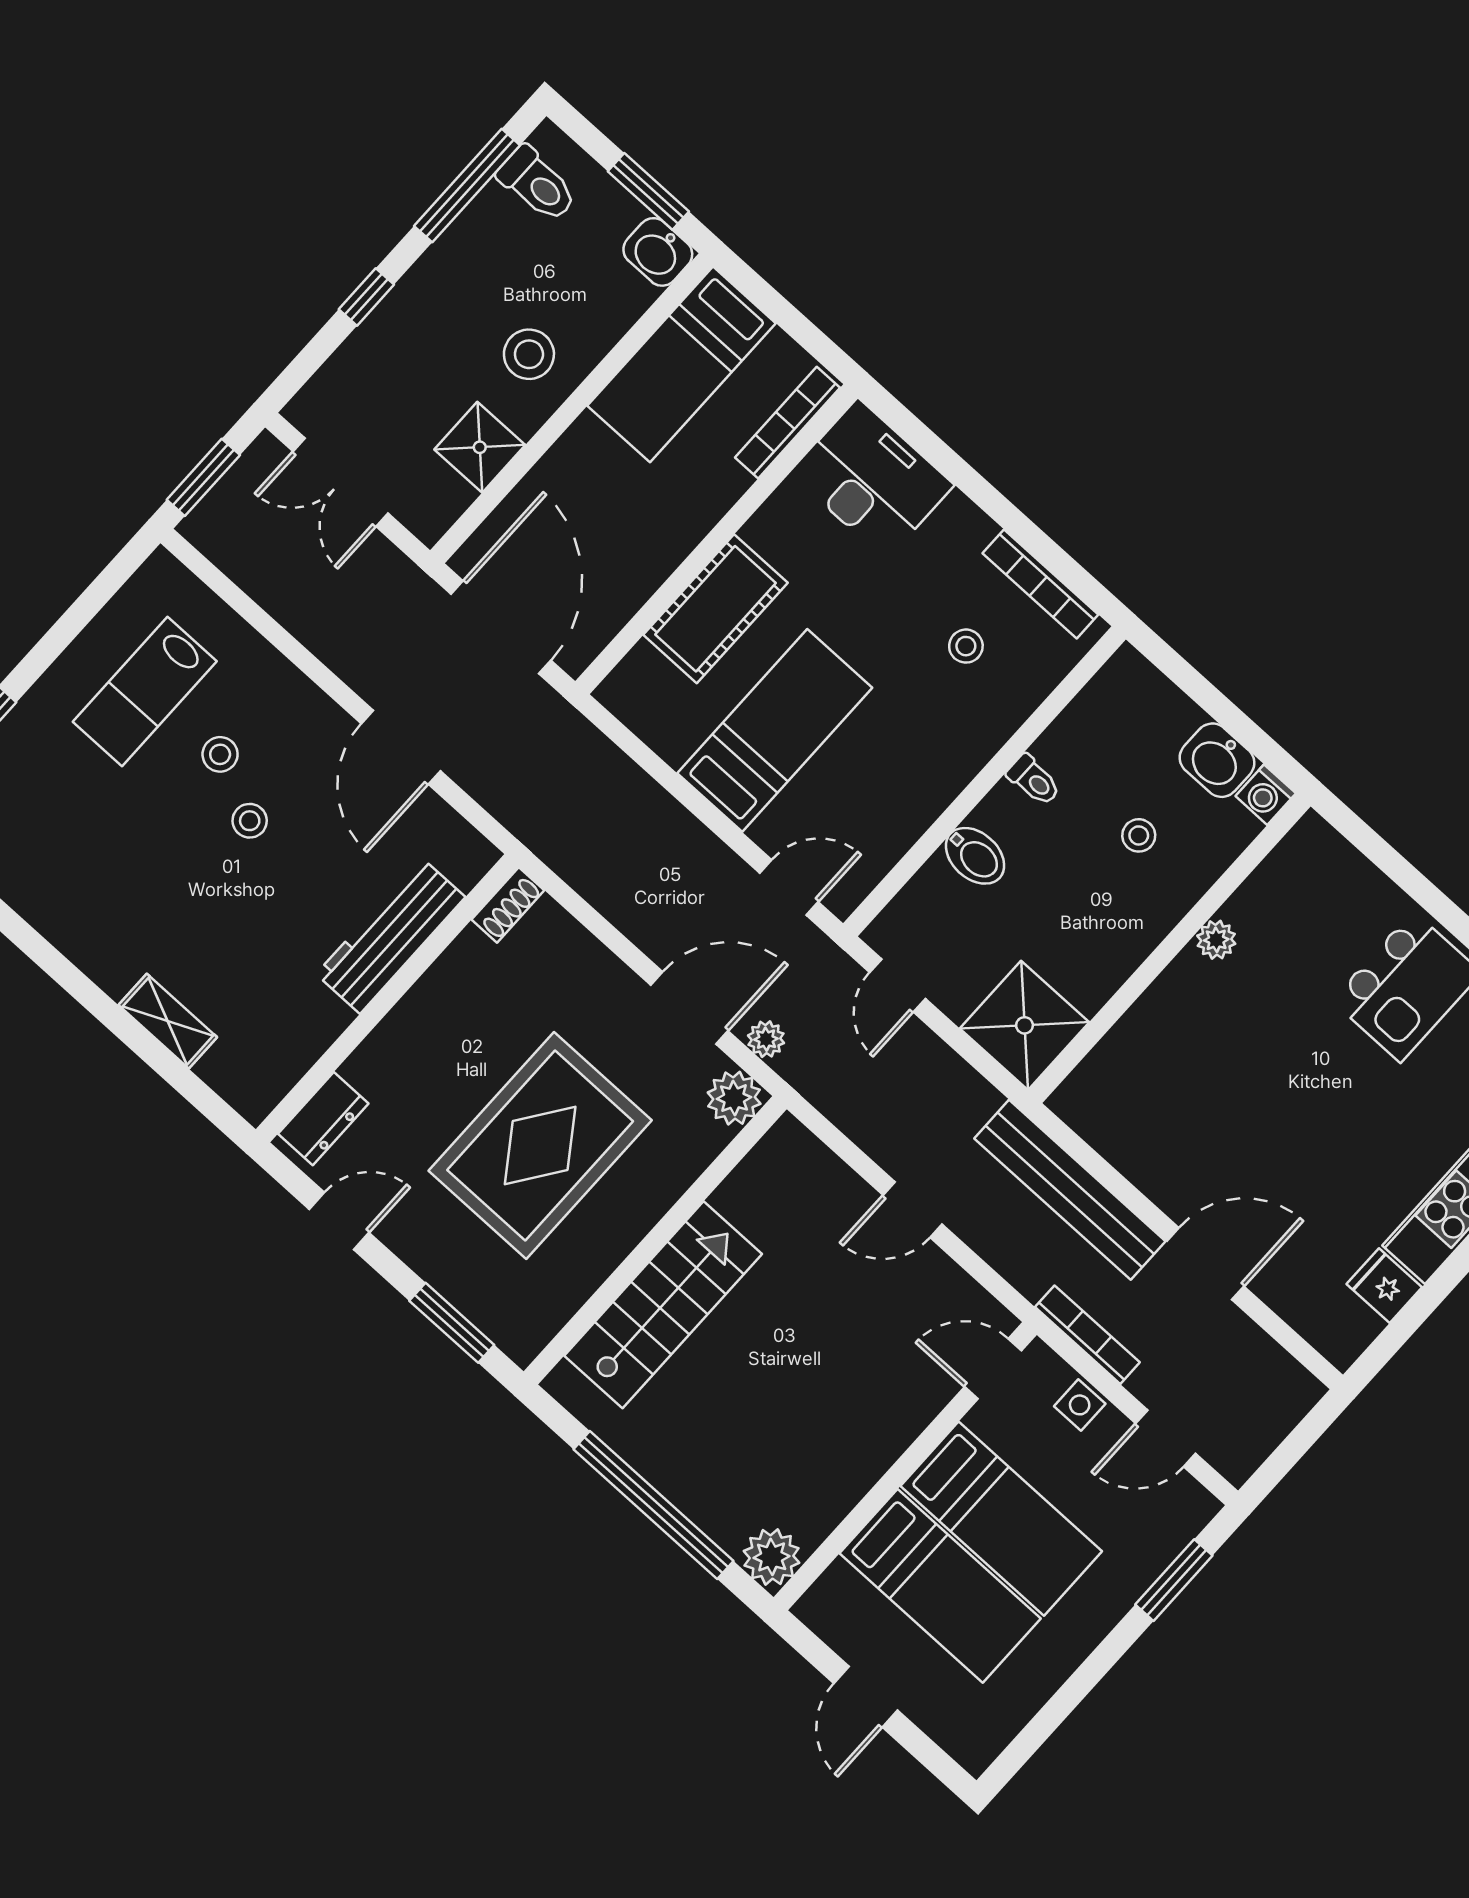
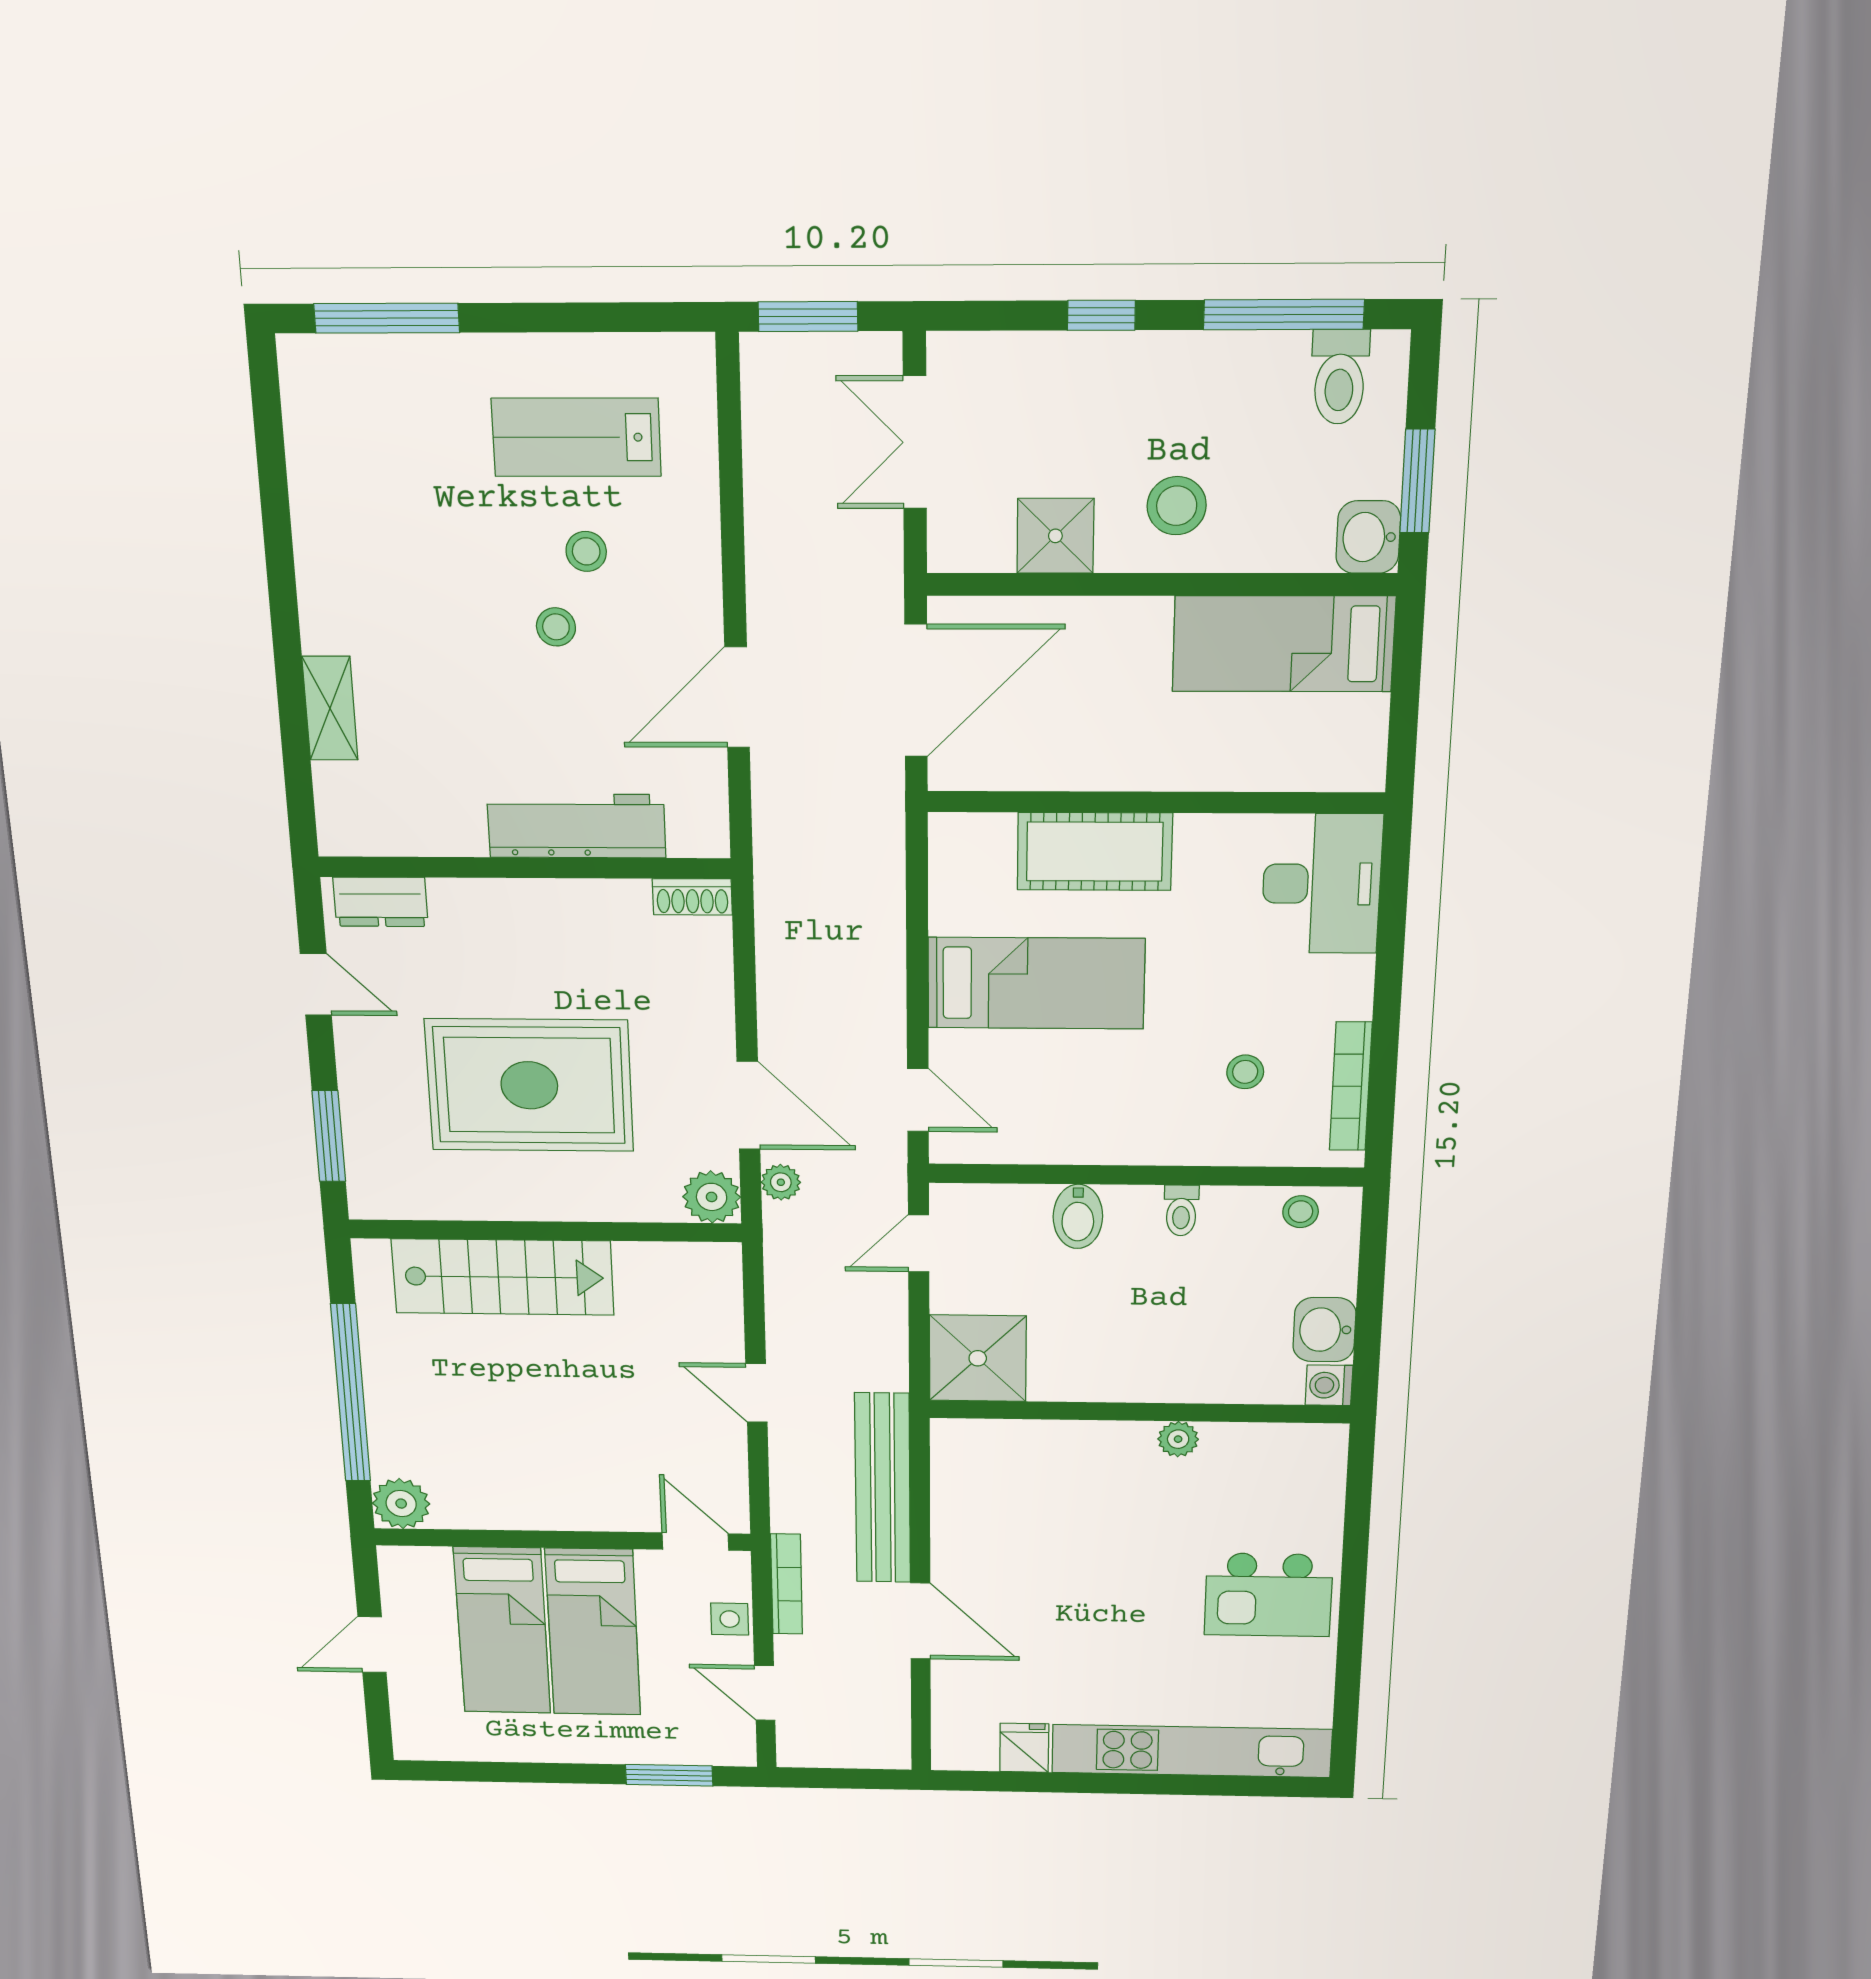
bookcase: (788, 423) -> (1310, 775), removed
stool: (1139, 835) -> (1301, 1212), moved

